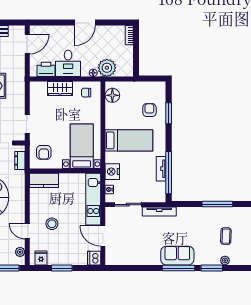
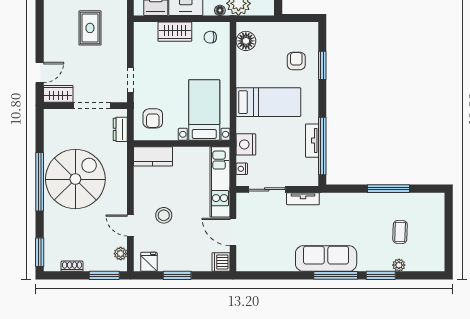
tv unit: (159, 212) -> (303, 199), width x0.71
sofa: (177, 256) -> (326, 259), width x1.36

